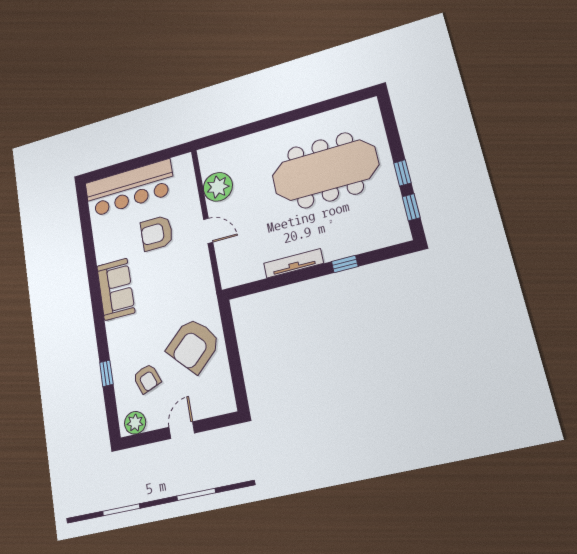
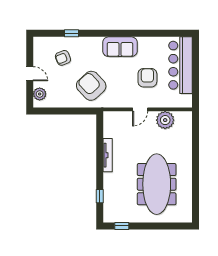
window: (402, 173) -> (142, 226), removed
window: (345, 264) -> (100, 196), moved
armchair: (193, 345) -> (91, 86), moved
plant: (135, 423) -> (40, 94), moved

